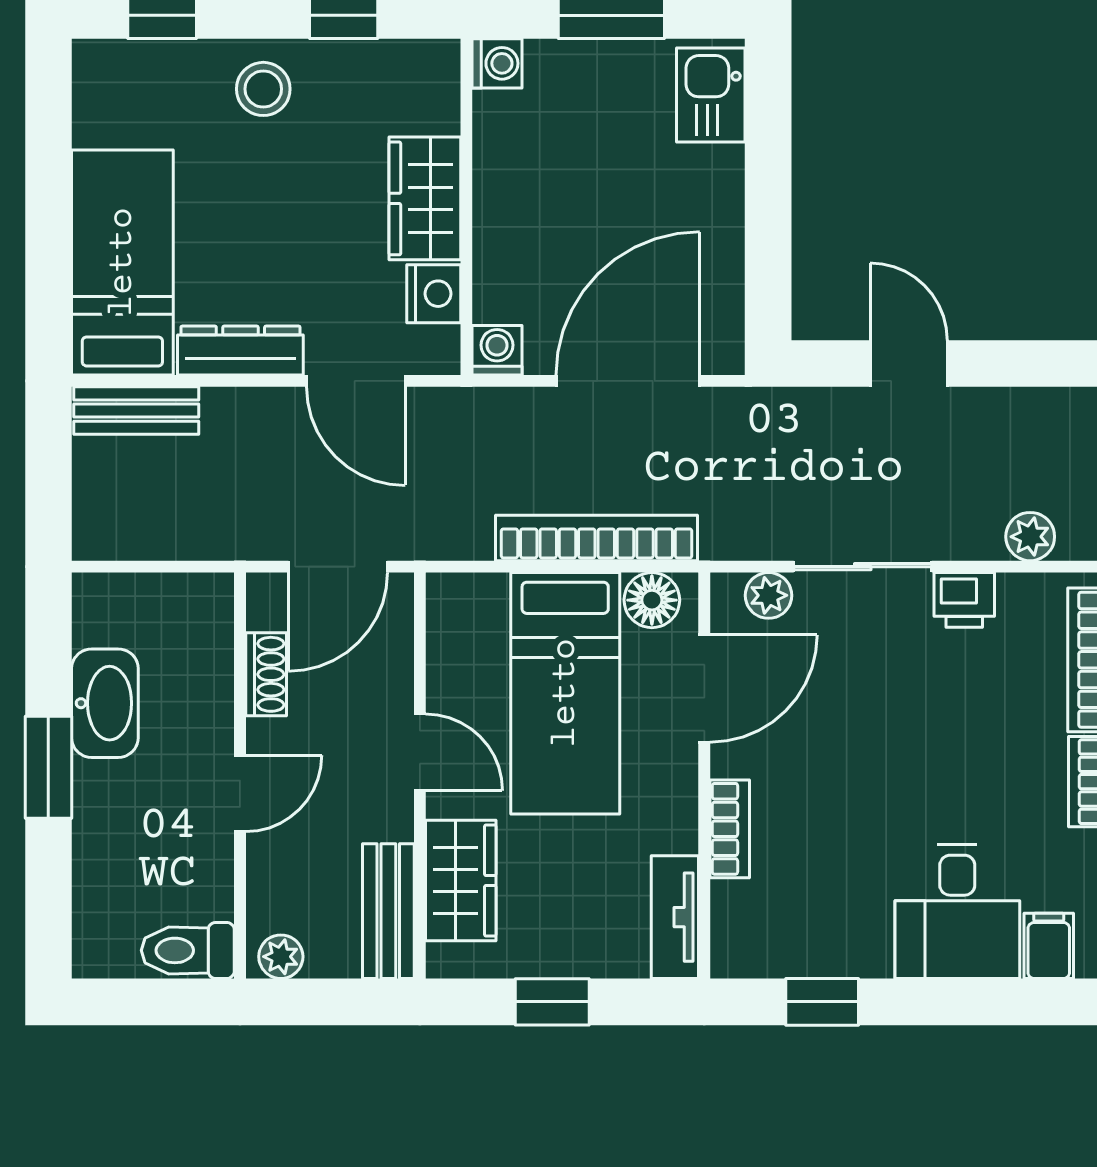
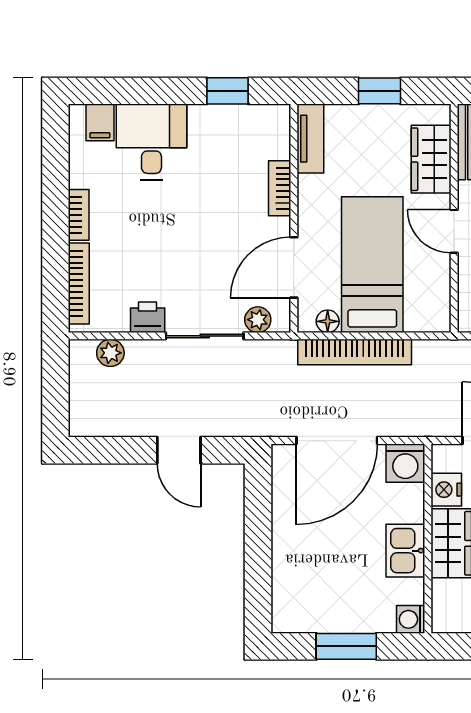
kitchen sink: (711, 95) -> (405, 551), moved, turned 180
washing machine: (497, 350) -> (405, 463), width x1.38, depth x1.38
floor lamp: (652, 600) -> (328, 321), width x0.73, depth x0.73

